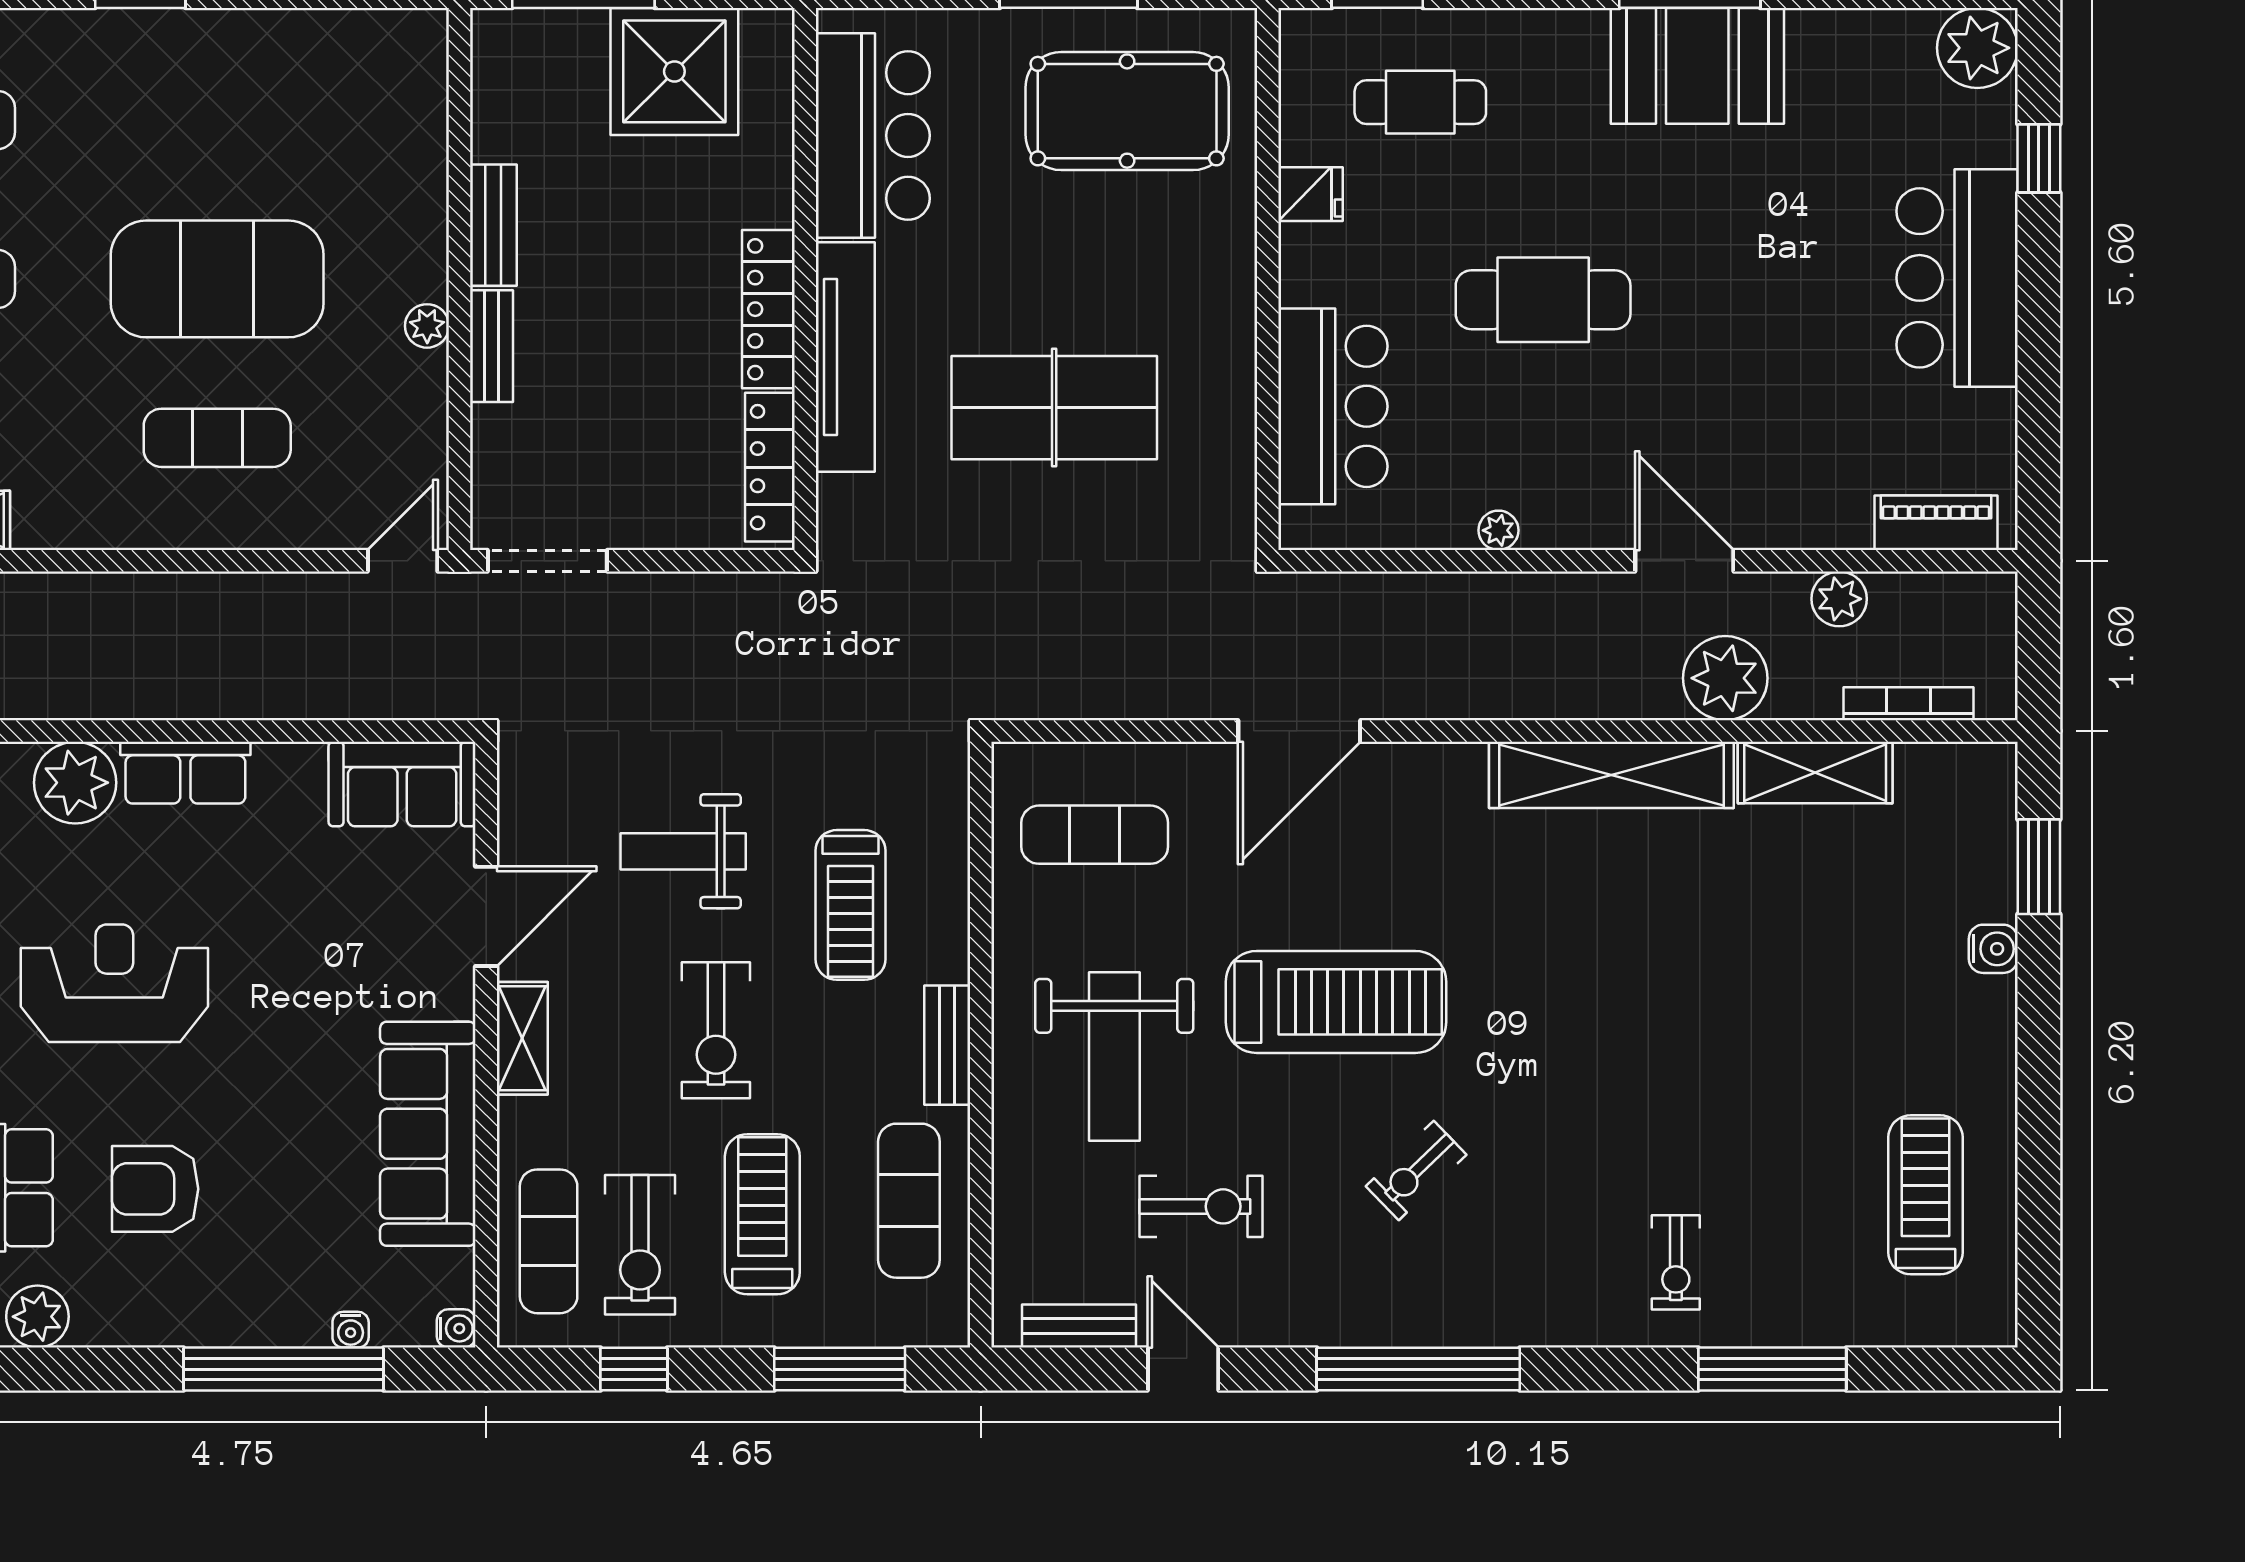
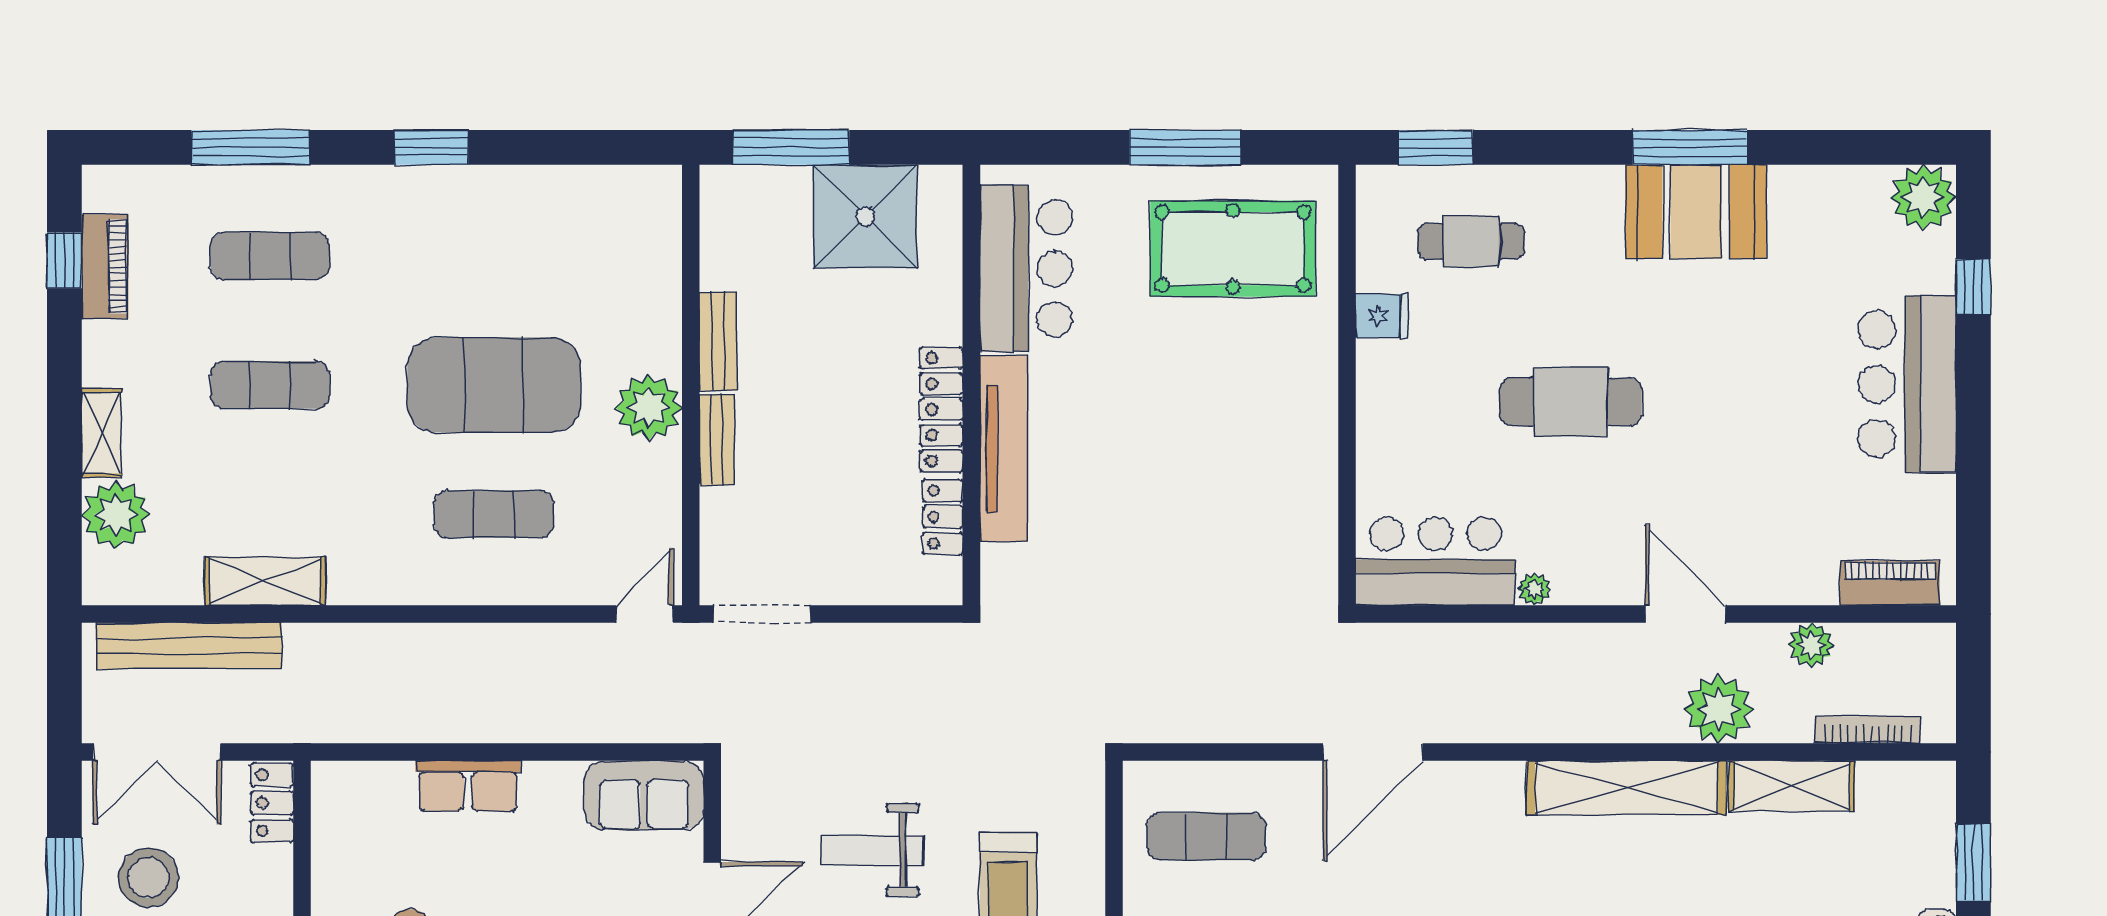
plant: (427, 326) -> (649, 408), width x1.87, depth x1.87
bar counter: (1333, 406) -> (1435, 561), moved, turned -90
table tennis table: (1054, 408) -> (1174, 489), removed
locker: (770, 467) -> (943, 517), width x0.66
plant: (75, 783) -> (378, 794), removed

